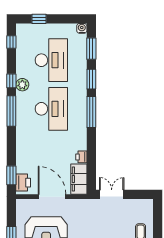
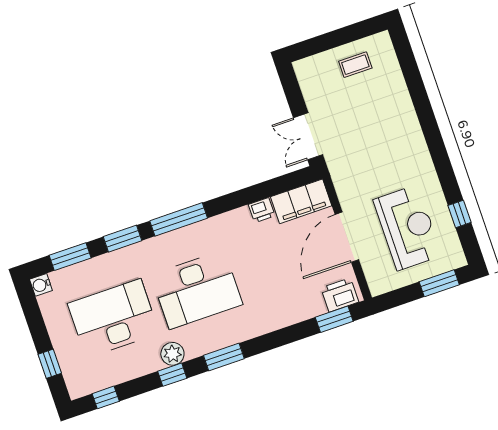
desk: (51, 109) -> (197, 290), turned 180
window: (11, 111) -> (224, 357), width x0.69

